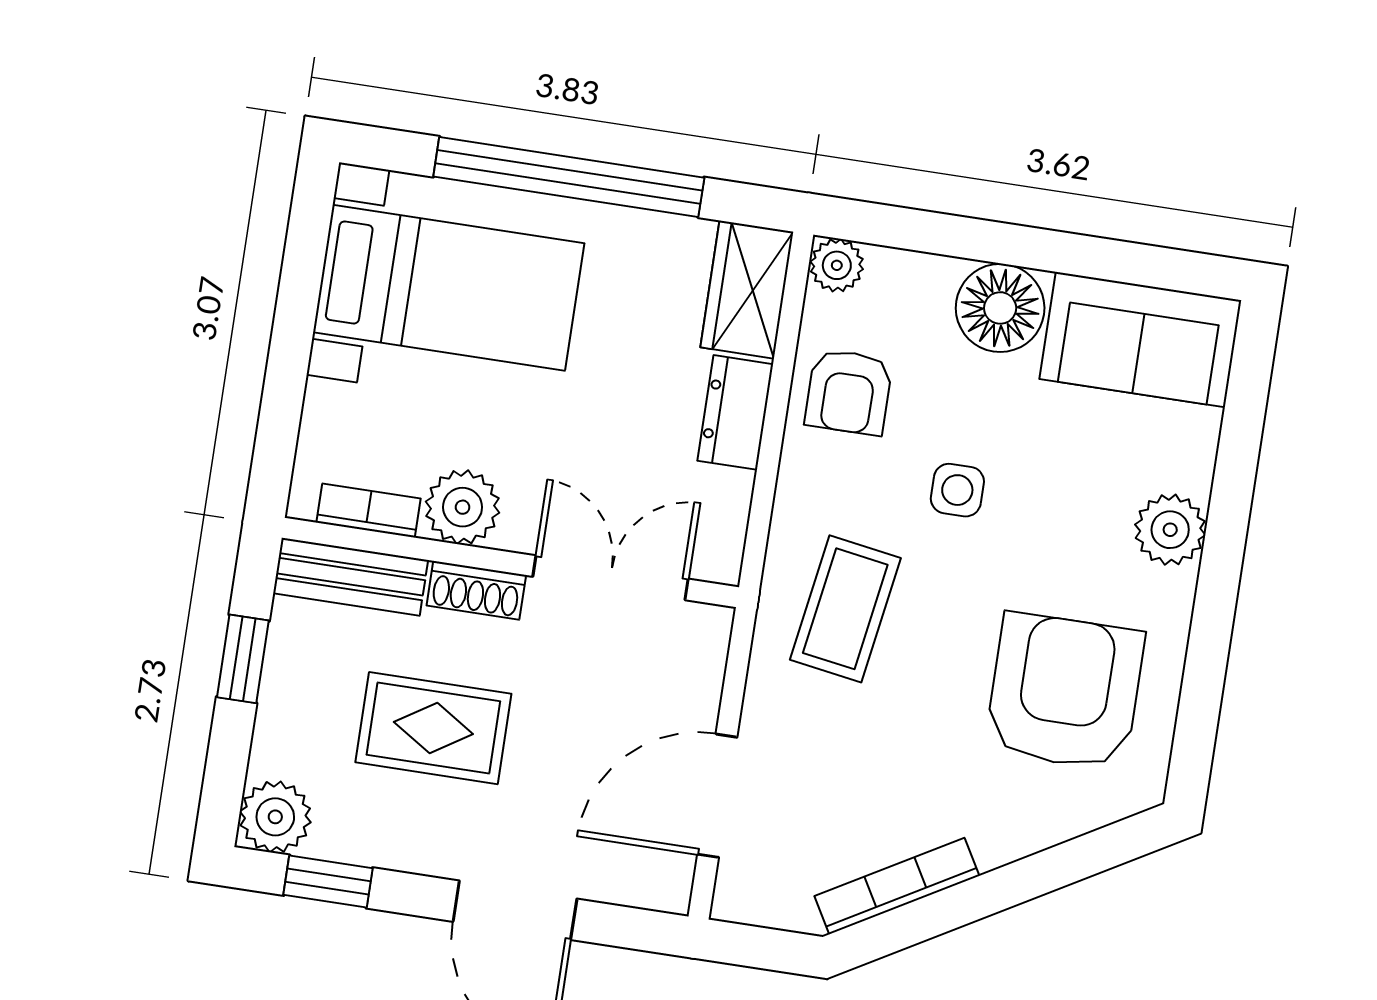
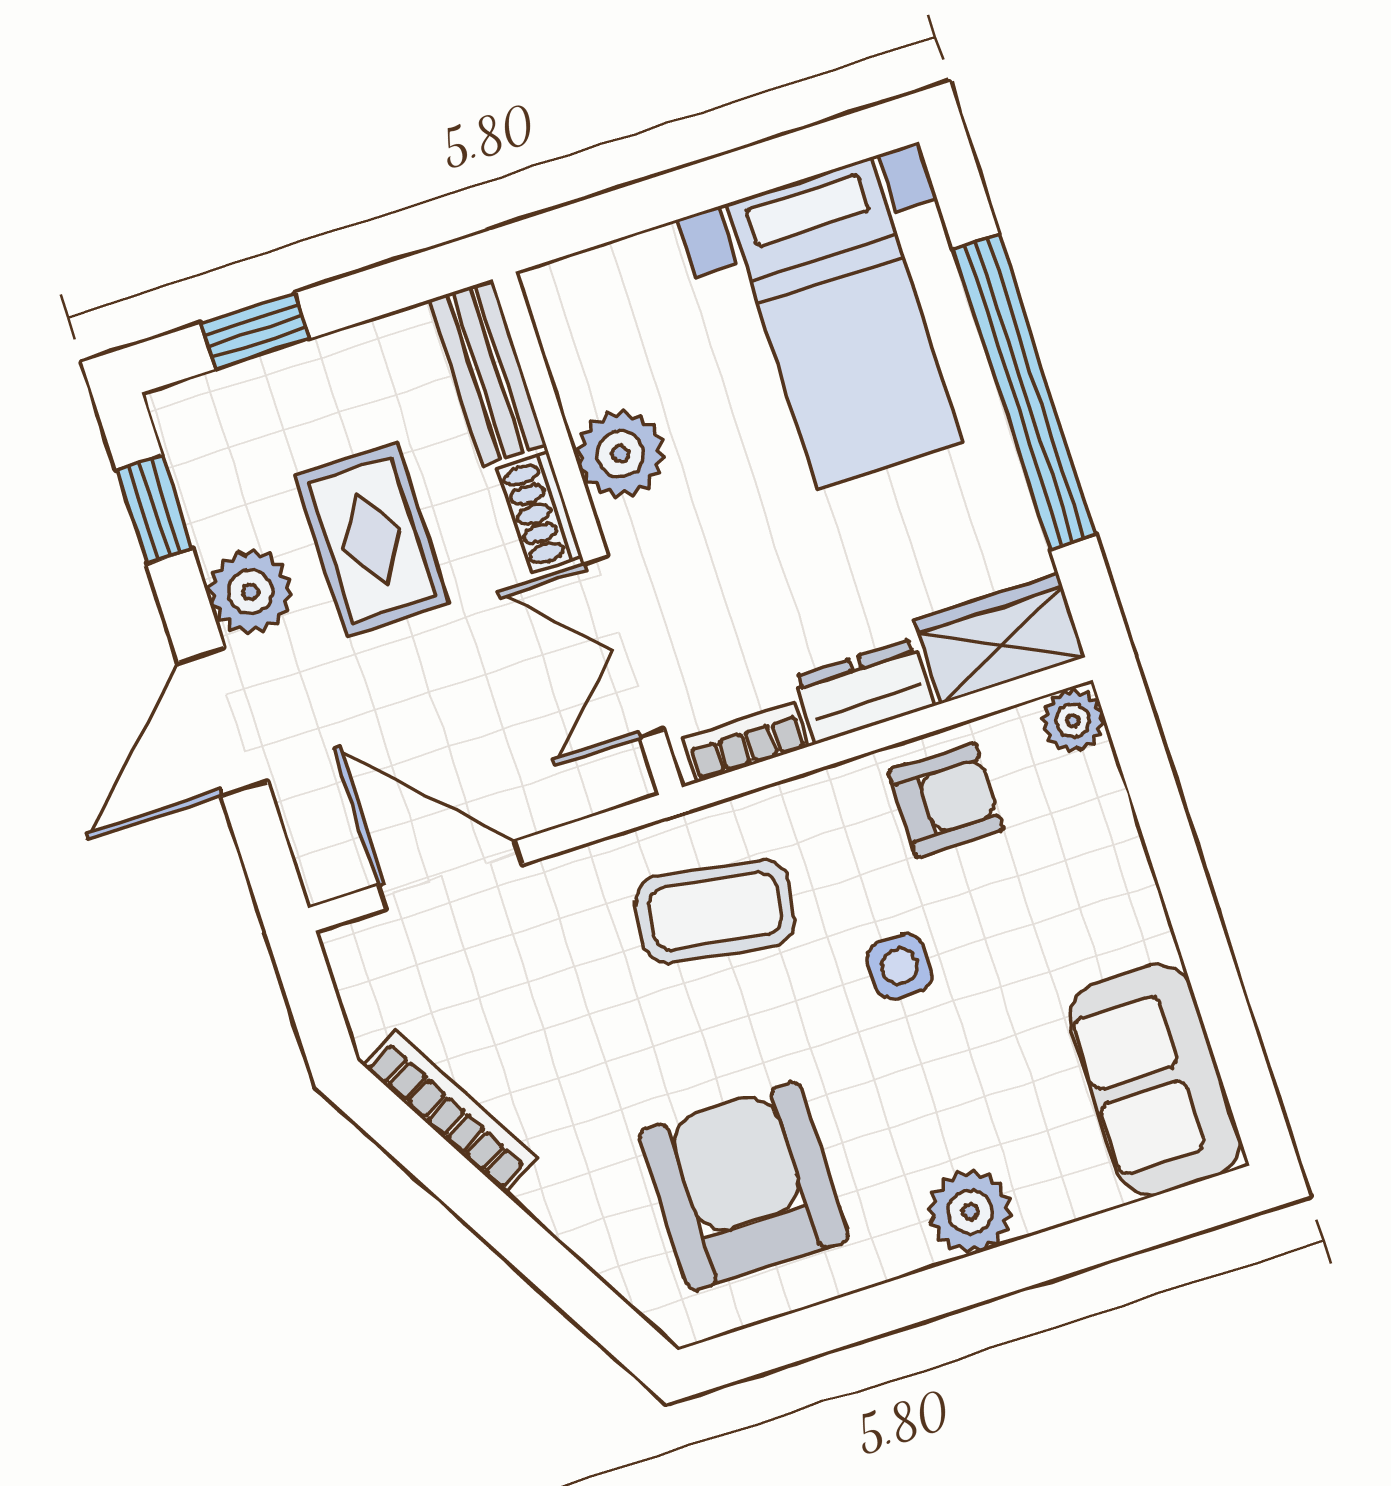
floor lamp: (1000, 308) -> (1114, 915), removed
armchair: (849, 392) -> (946, 800), turned 180
bookcase: (369, 510) -> (746, 742), moved, turned -90
double door: (611, 578) -> (624, 647), swing flipped
window: (243, 659) -> (255, 331), moved
armchair: (1065, 692) -> (744, 1186), turned -90
plant: (275, 817) -> (250, 592), moved

